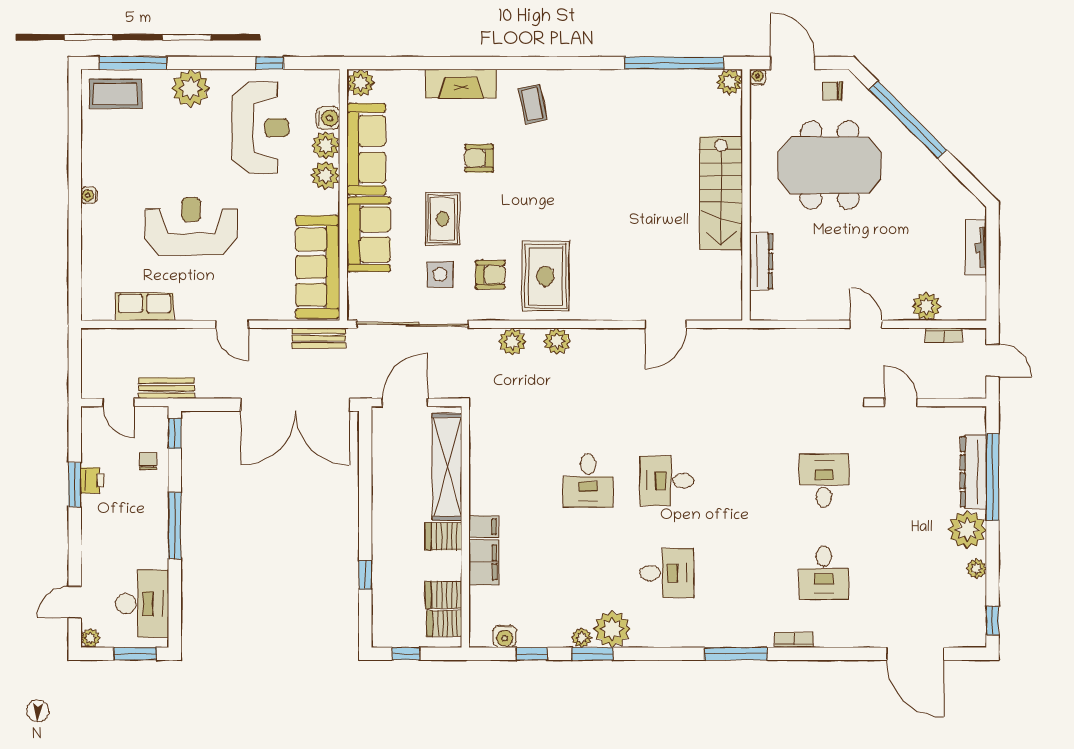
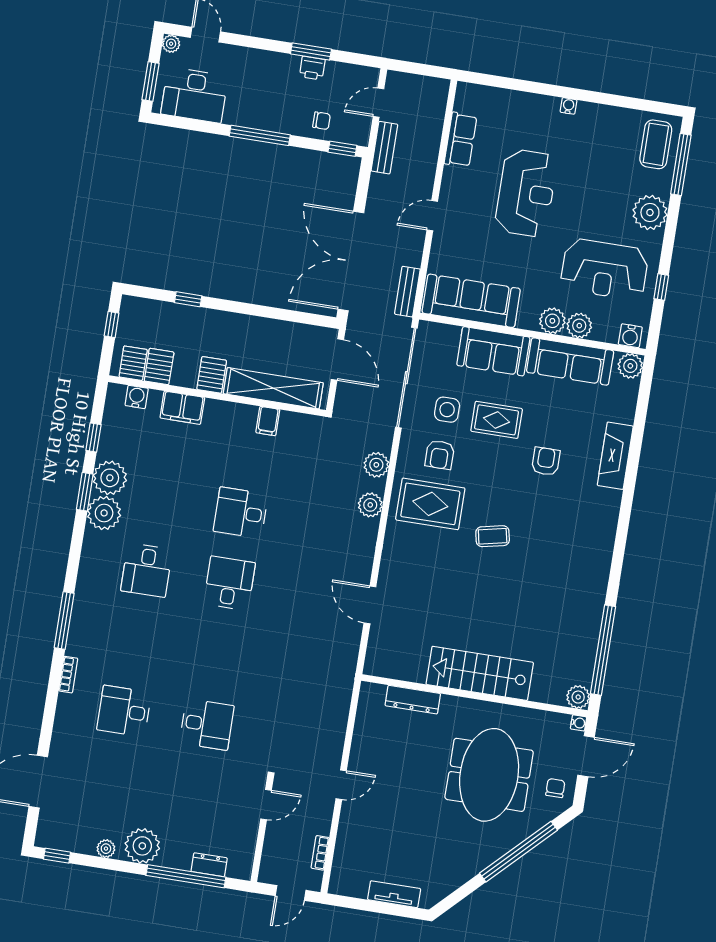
coffee table: (533, 104) -> (493, 536), moved
water cooler: (328, 118) -> (630, 336), moved
plant: (926, 306) -> (349, 841), removed
dresser: (973, 472) -> (209, 865), width x0.51, depth x0.80
filing cabinet: (484, 527) -> (268, 421), moved
water cooler: (505, 636) -> (137, 397), moved, turned 90
plant: (582, 638) -> (110, 478), width x1.87, depth x1.87

